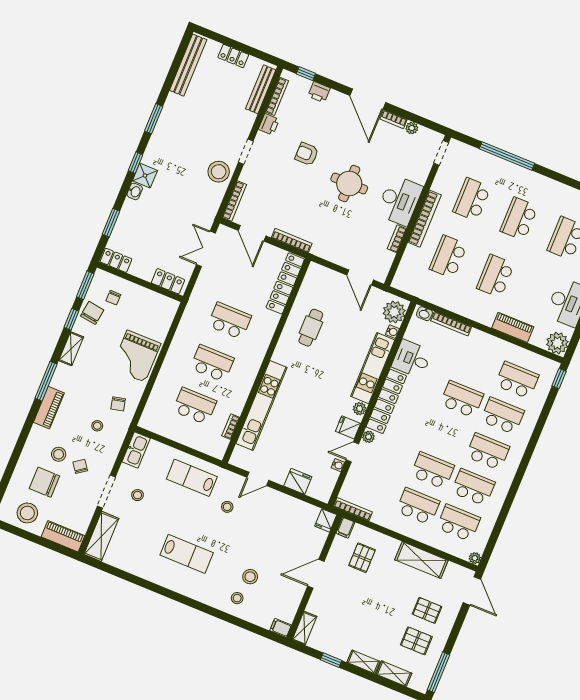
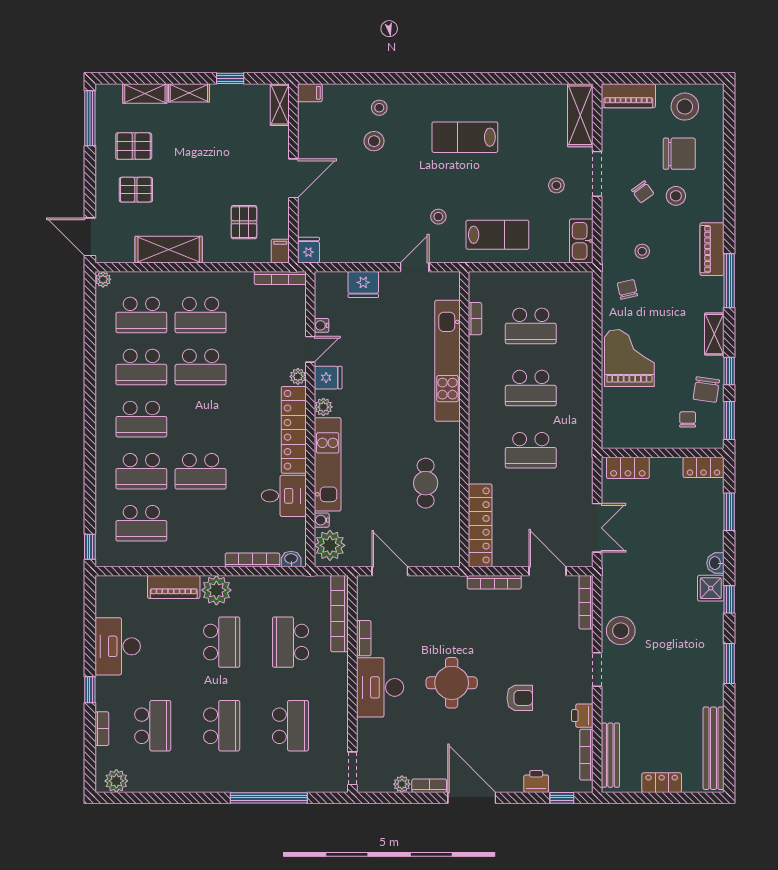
bookcase: (425, 219) -> (340, 614), moved
school desk: (448, 257) -> (291, 642), turned 180
plant: (557, 343) -> (216, 590), moved

